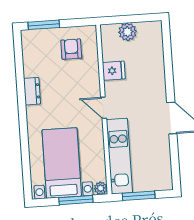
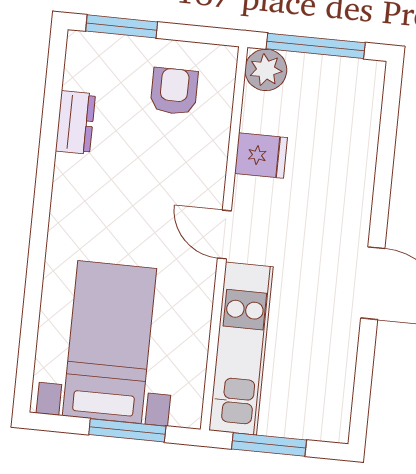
window: (130, 19) -> (316, 46), added
plant: (127, 32) -> (266, 70), moved
dresser: (32, 91) -> (75, 122), moved
plant: (101, 188) -> (187, 413), removed

